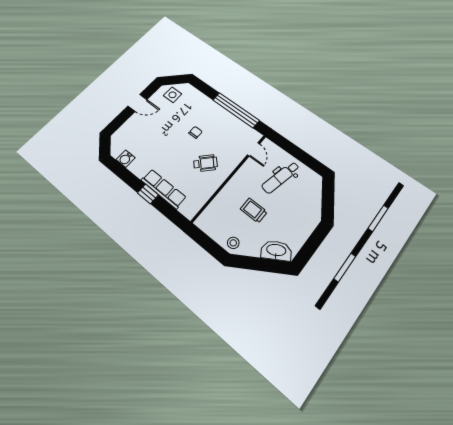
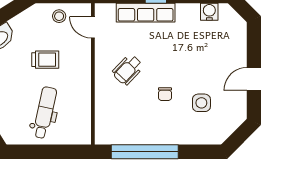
side table: (173, 95) -> (201, 103), moved
door: (254, 149) -> (93, 27), moved
stool: (233, 243) -> (59, 16), moved

